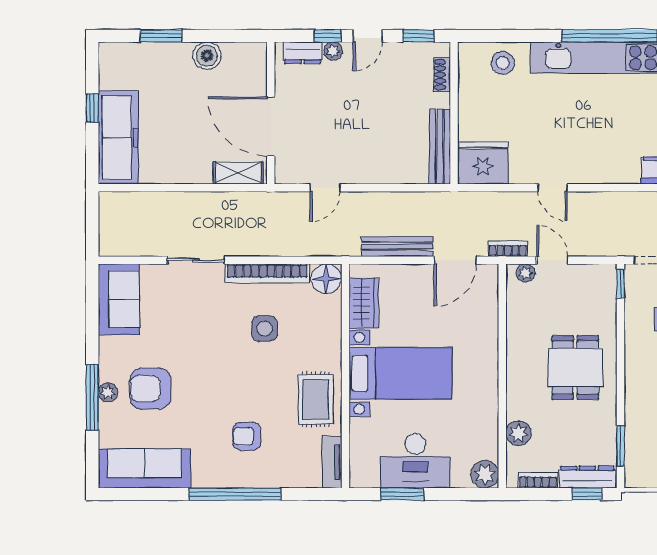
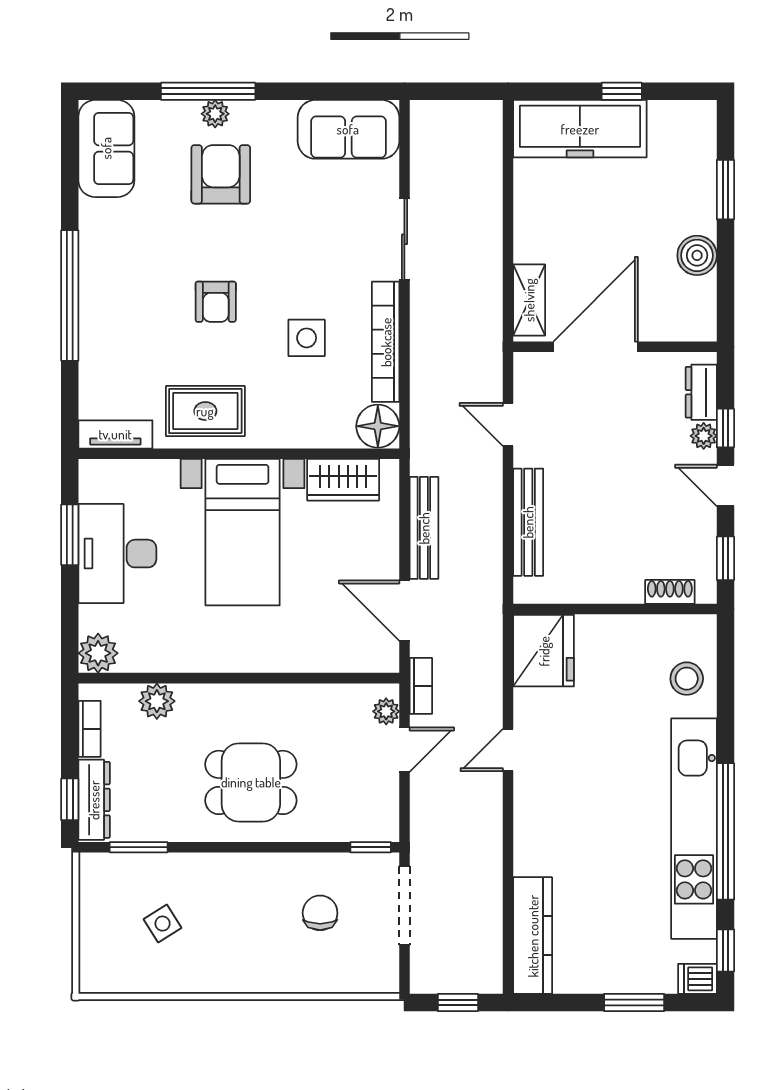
bench: (440, 147) -> (528, 522), moved, turned 90
armchair: (247, 436) -> (216, 302), moved, turned 180
sofa: (144, 468) -> (106, 148), width x0.73

